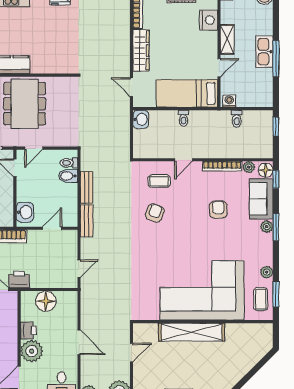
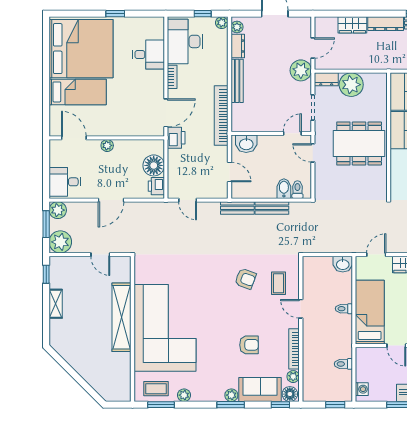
washing machine: (229, 101) -> (362, 389), moved
printer: (28, 330) -> (156, 186), moved, turned 90
plant: (32, 351) -> (107, 145), width x0.53, depth x0.53

